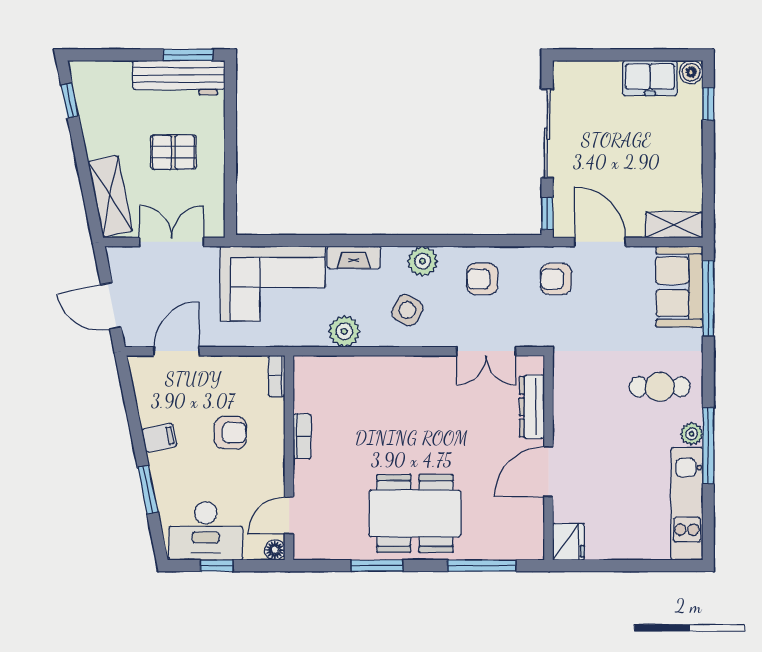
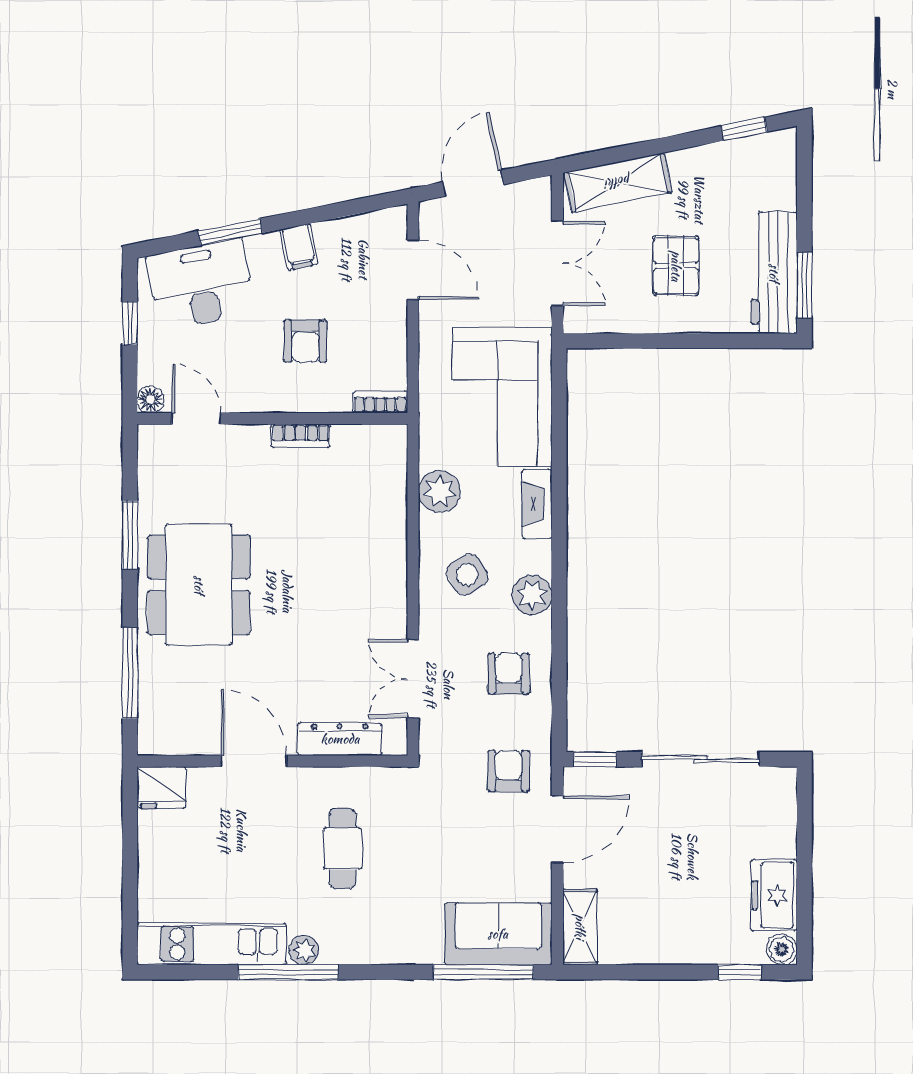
side table: (407, 310) -> (467, 575), turned 30
cafe table: (660, 387) -> (343, 849), moved
desk: (206, 531) -> (201, 284), moved, turned 79

